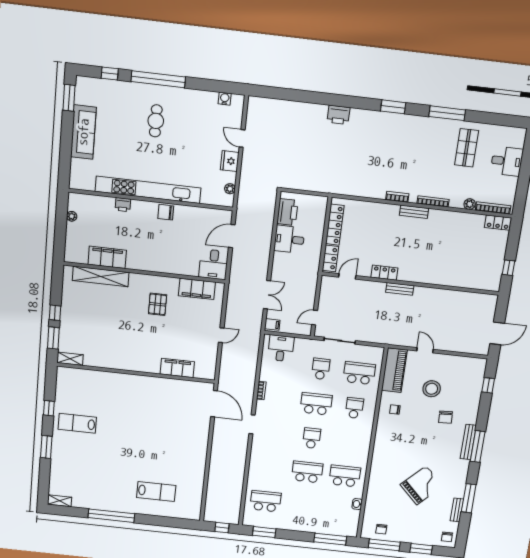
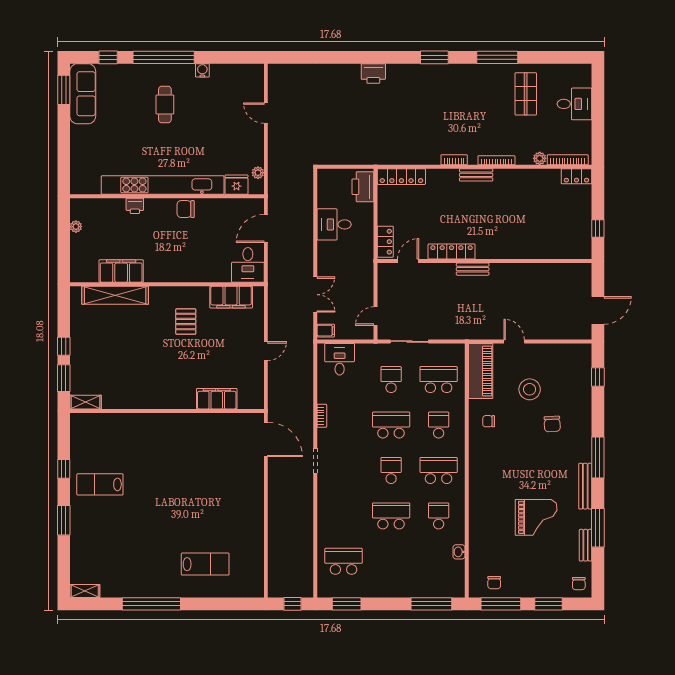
water cooler: (225, 99) -> (202, 70), moved
sofa: (83, 132) -> (83, 94), moved
fridge: (230, 161) -> (236, 185), moved, turned 90
printer: (287, 212) -> (363, 187), moved, turned 180
locker: (335, 225) -> (401, 177), moved, turned 90
locker: (384, 273) -> (452, 251), width x1.53
school desk: (350, 442) -> (439, 470), added
bench: (468, 442) -> (585, 486), moved
school desk: (345, 476) -> (439, 516), width x0.54
grand piano: (422, 485) -> (536, 517), turned 45

